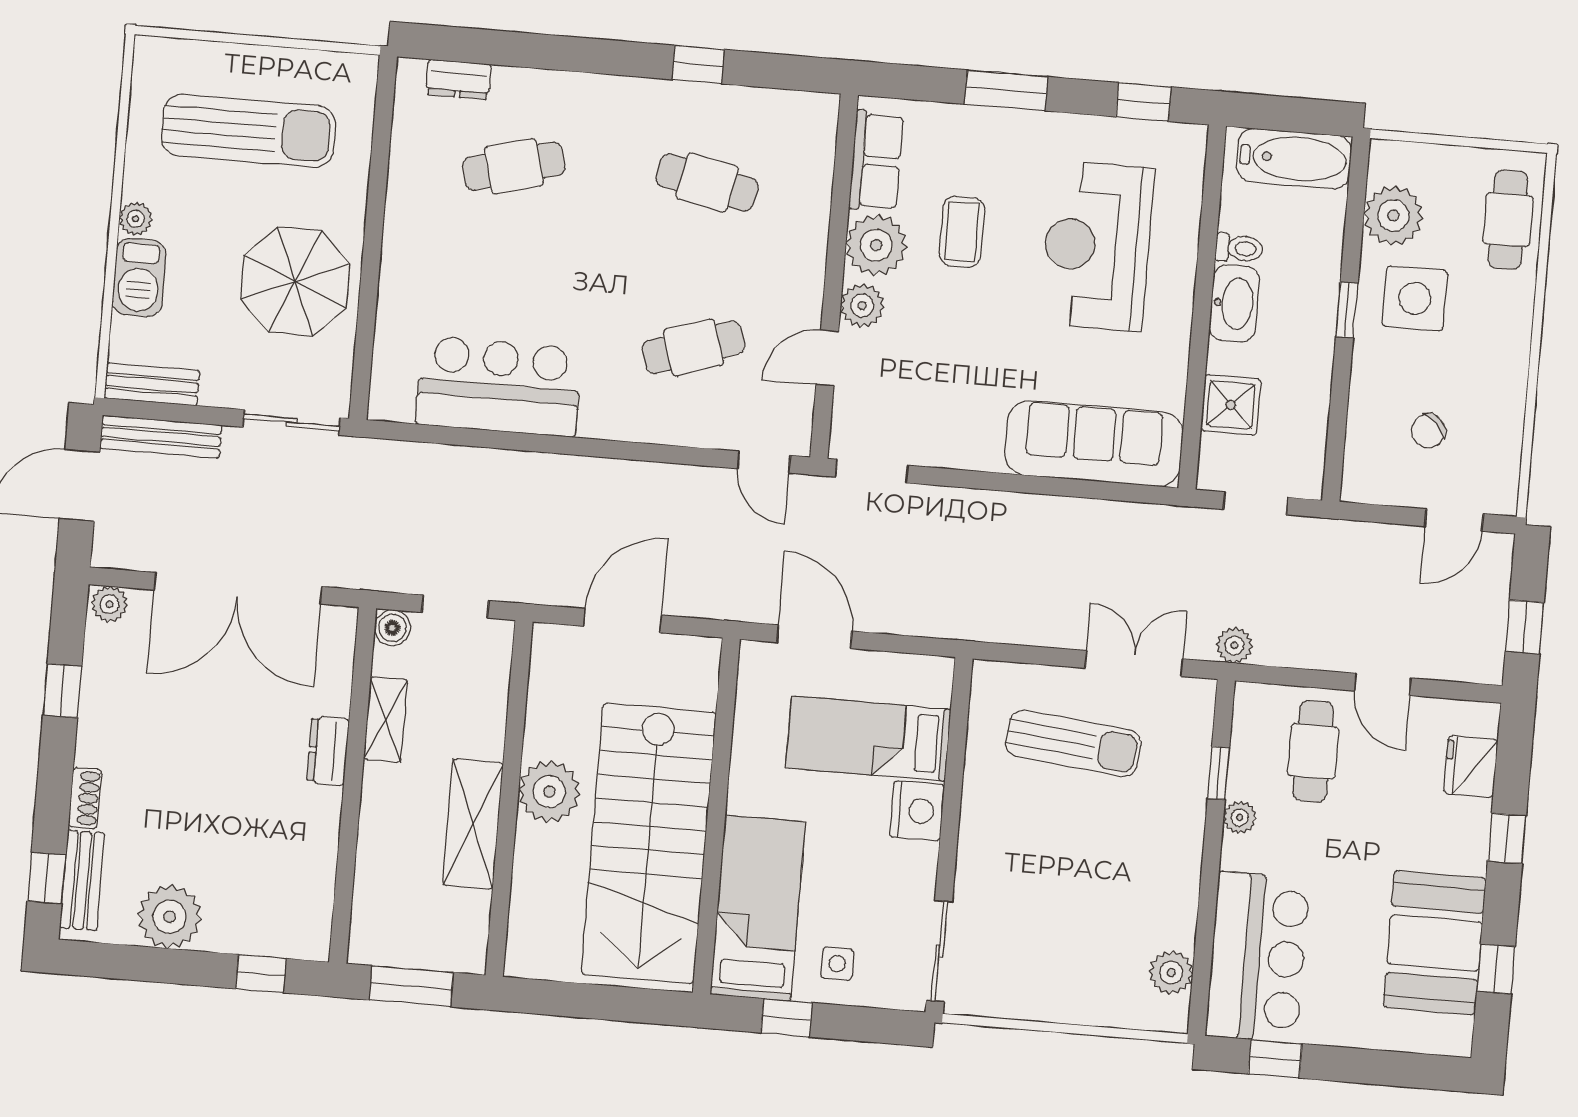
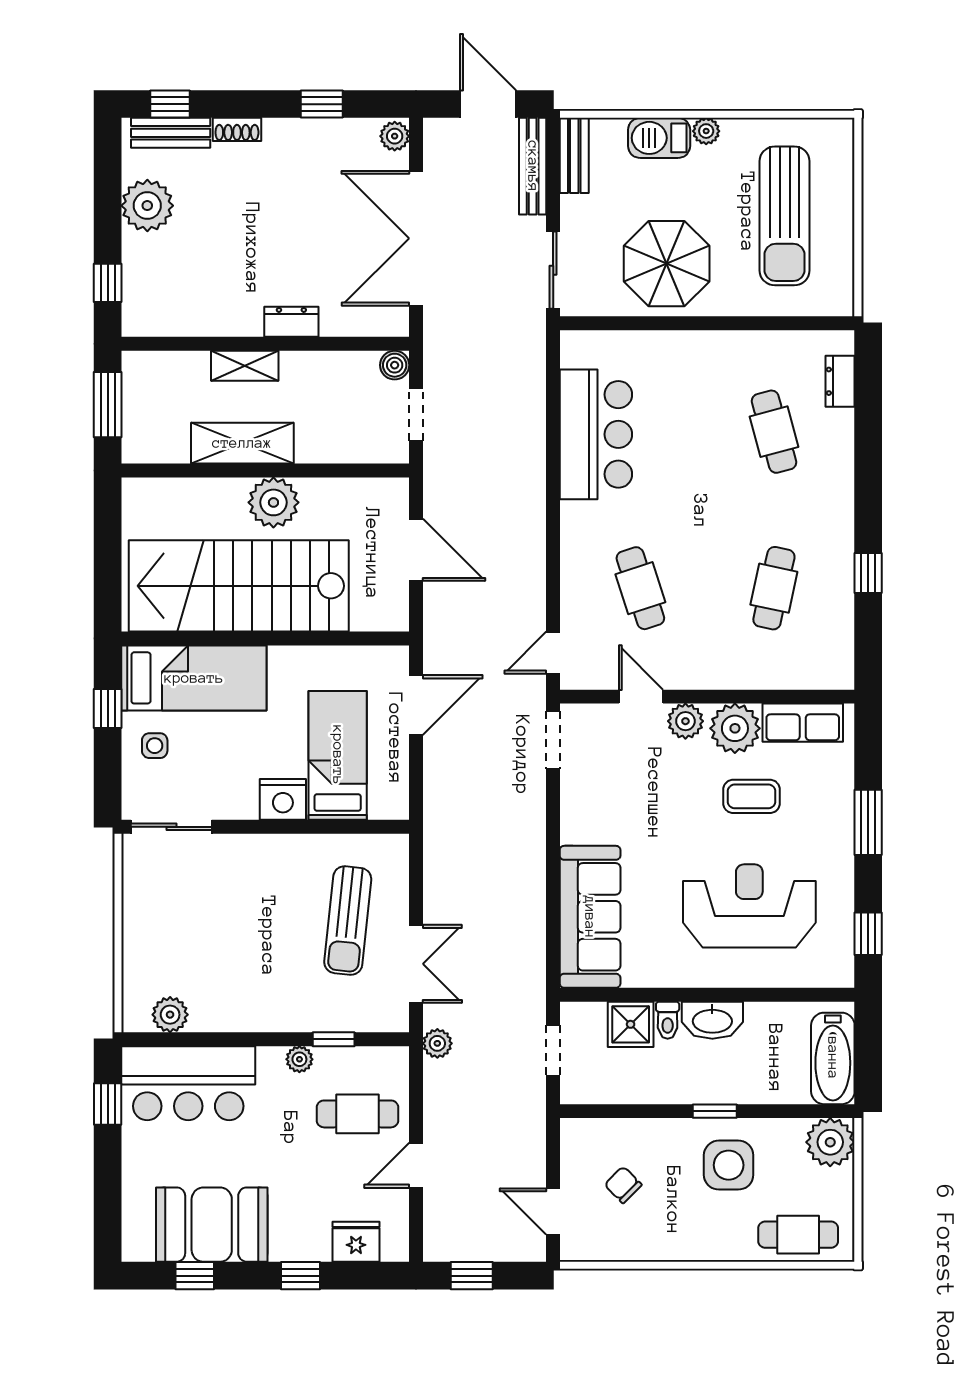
plant: (1393, 216) -> (830, 1142), moved
toilet: (1239, 248) -> (668, 1020), moved
shelving: (385, 719) -> (245, 366), moved

